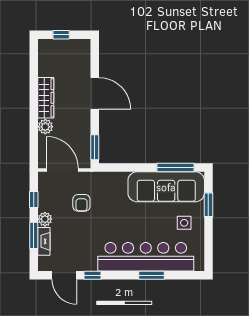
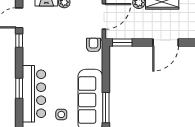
armchair: (81, 203) -> (93, 45), moved, turned 90
bar counter: (146, 257) -> (34, 94), width x0.73

